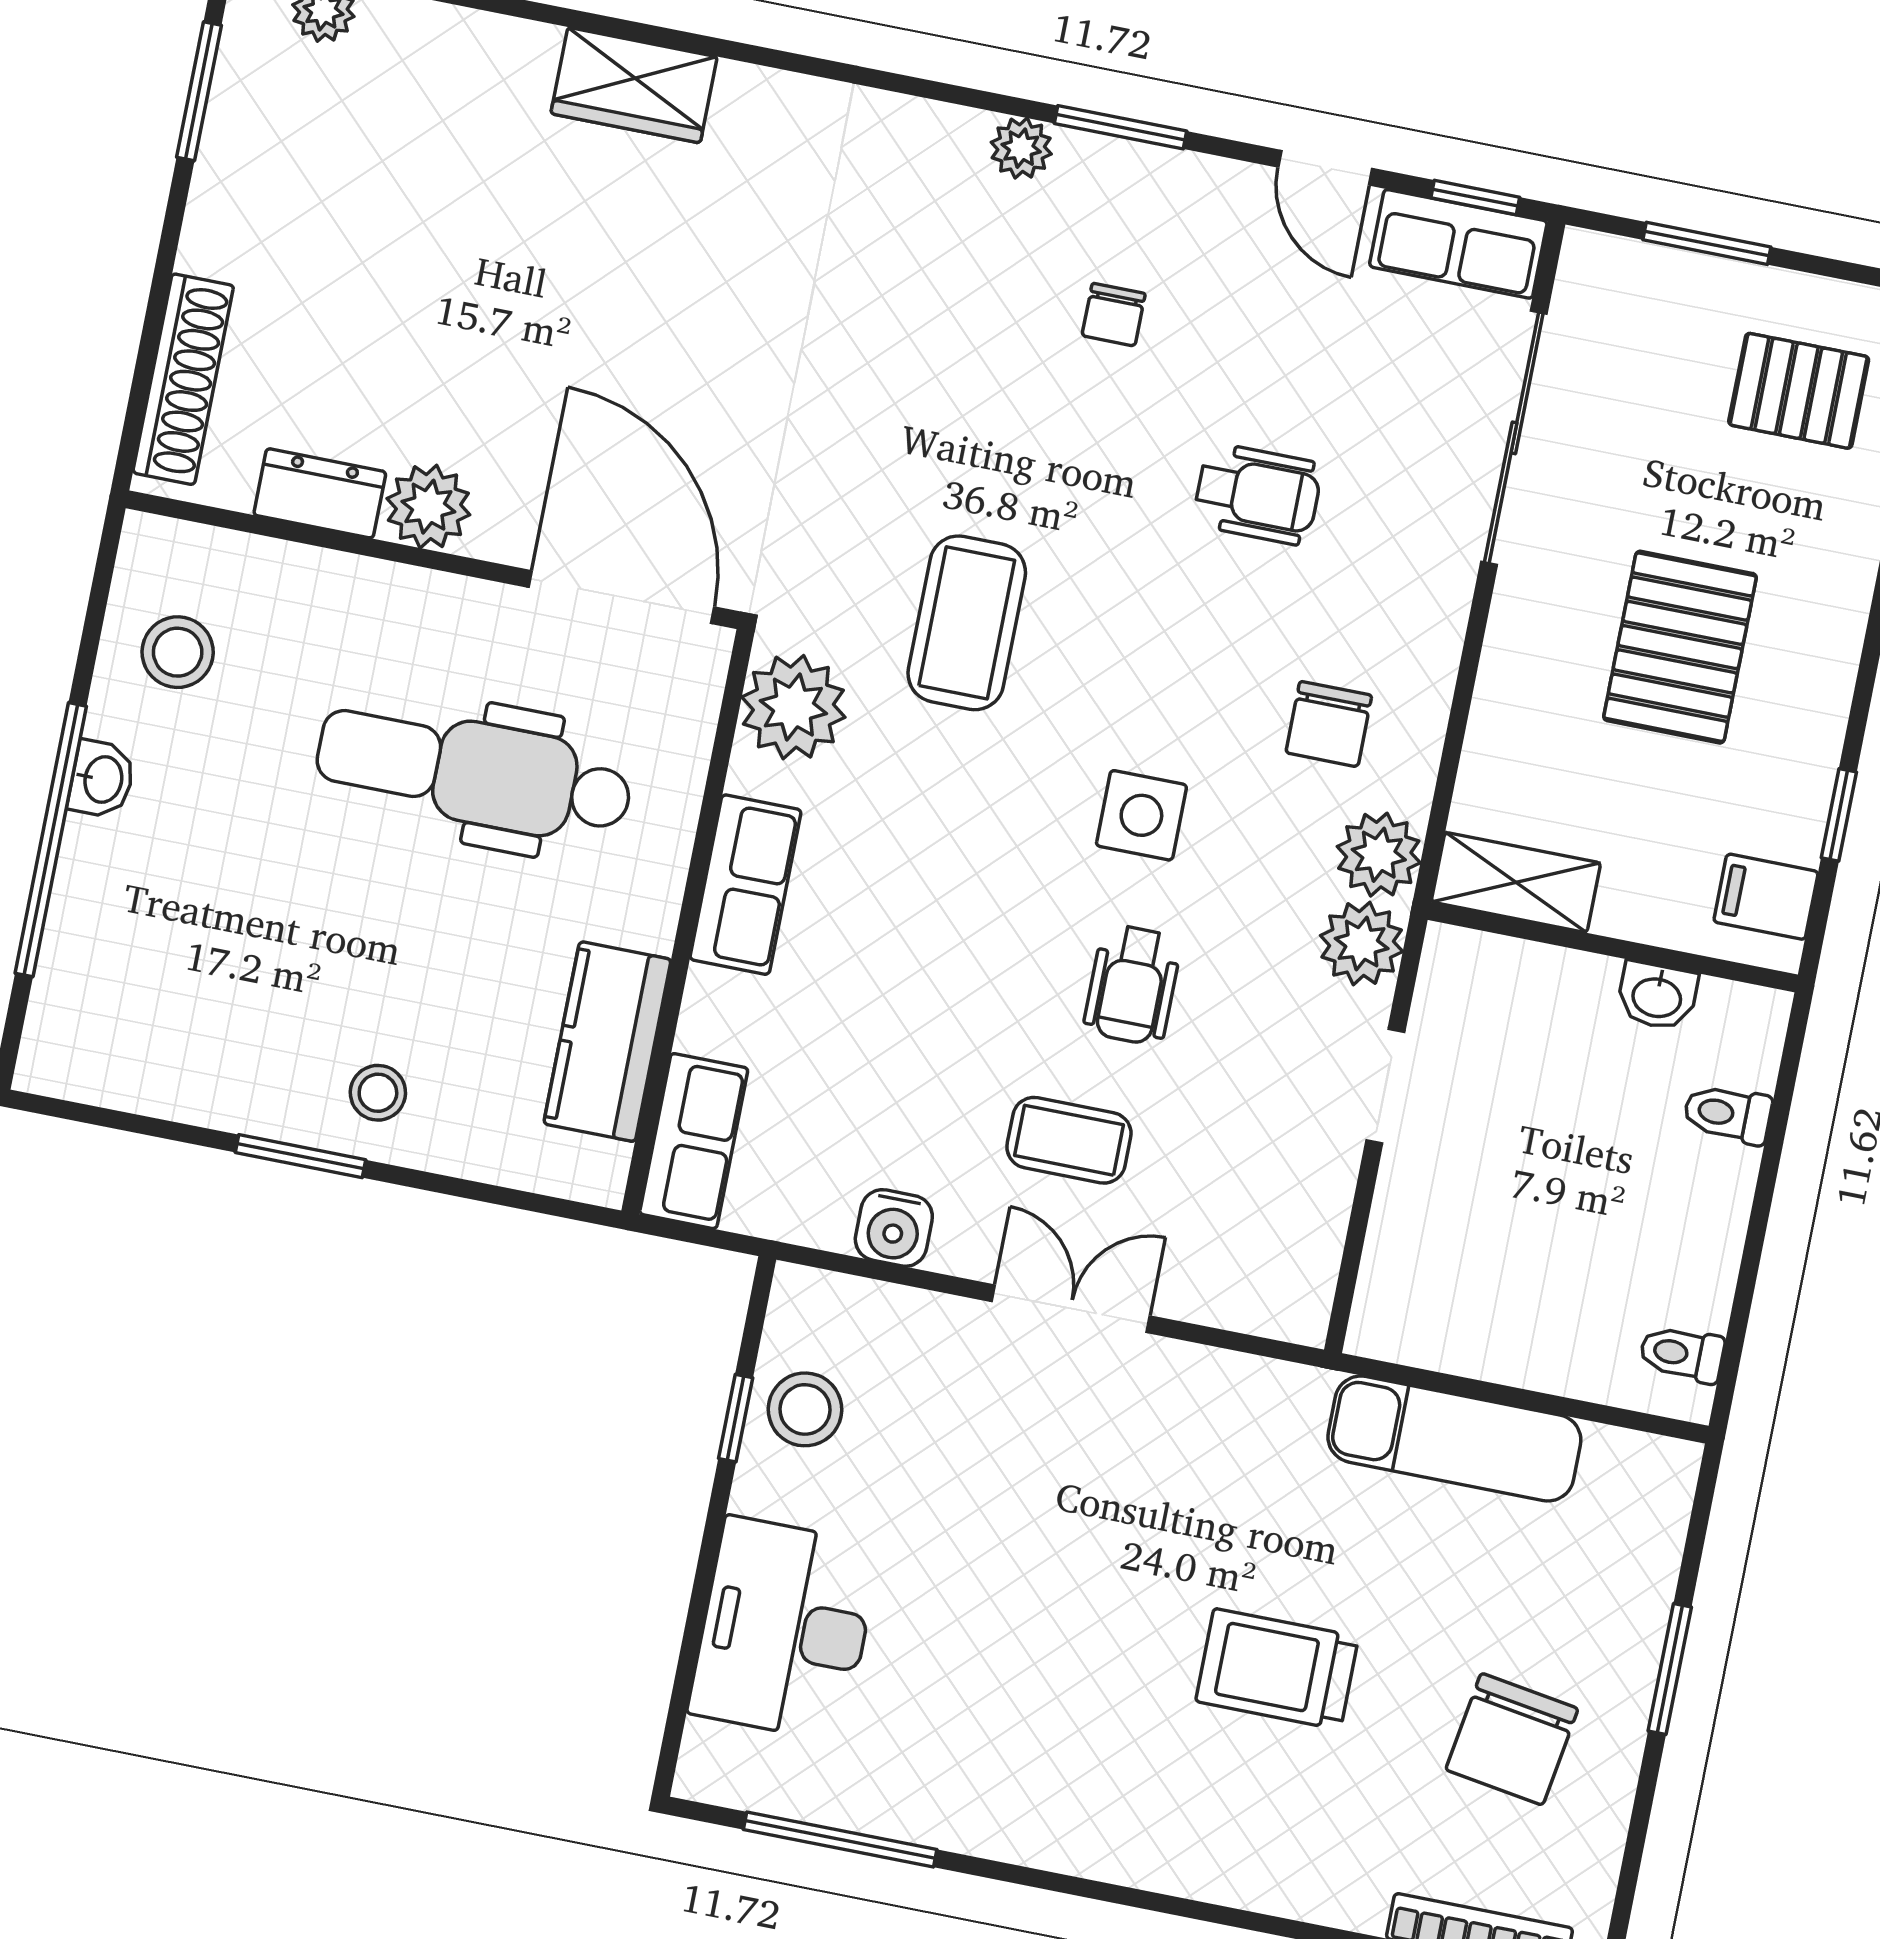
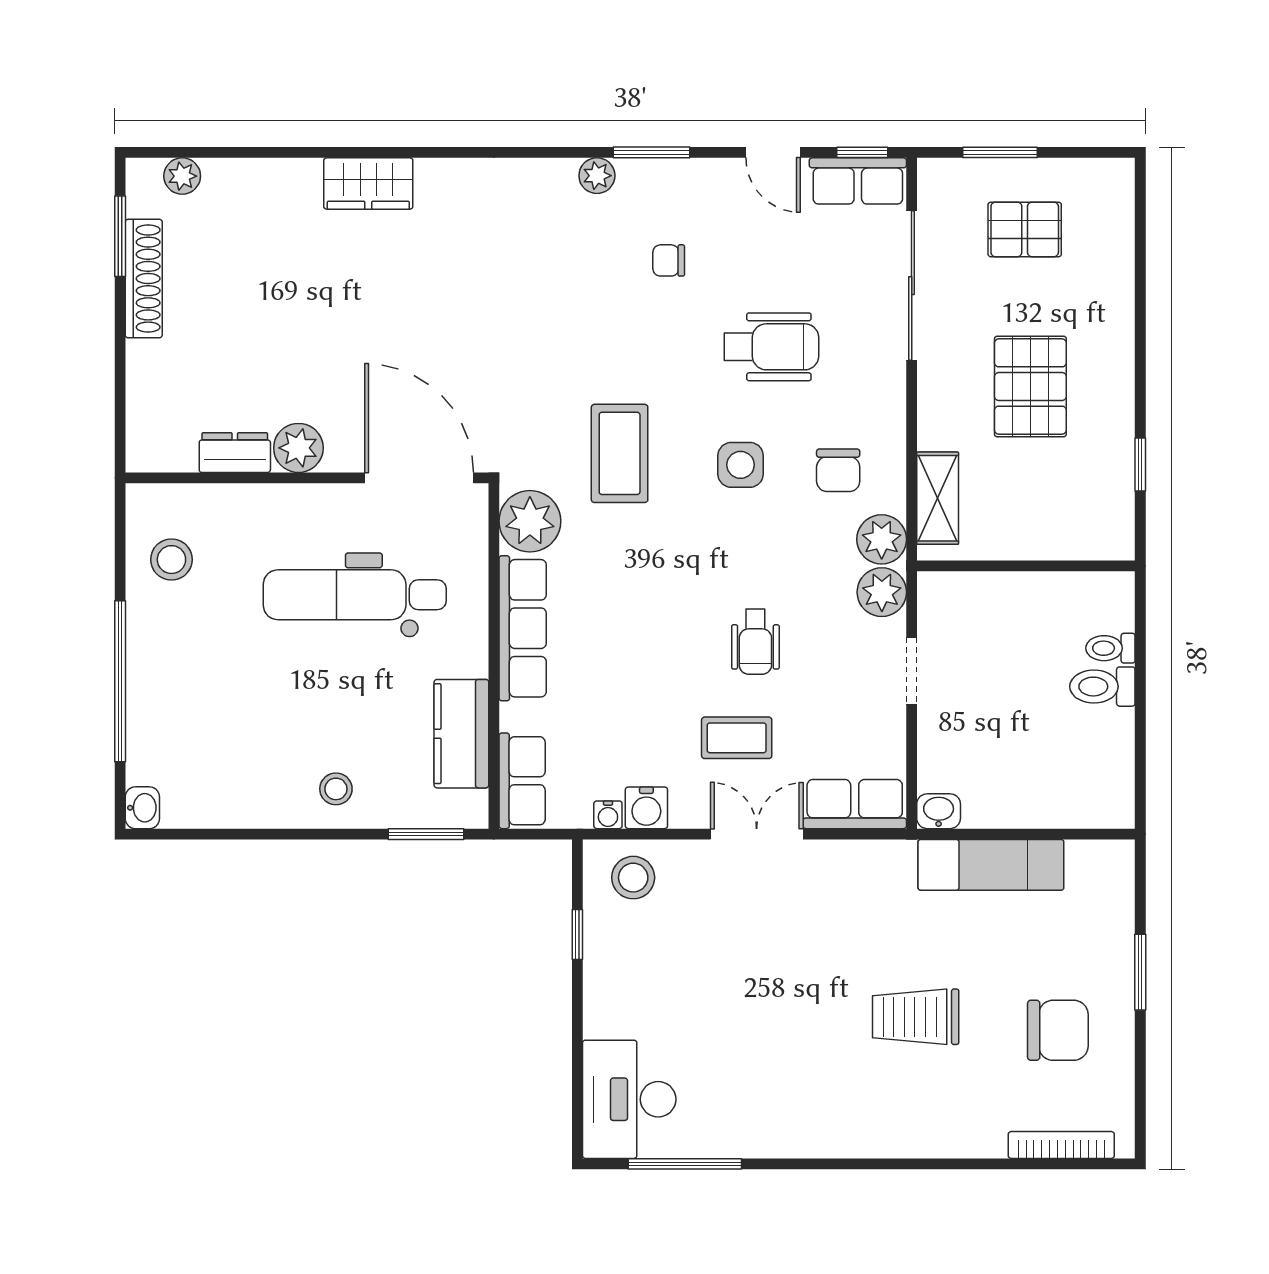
chair: (1114, 315) -> (669, 260), turned 90
shoe rack: (183, 379) -> (144, 279), moved
pallet: (1799, 391) -> (1025, 229), moved
wheelchair: (1258, 494) -> (771, 347), width x1.36, depth x1.37
washbasin: (102, 779) -> (142, 808), moved
side table: (1141, 815) -> (741, 465), moved
shelving: (1516, 882) -> (938, 498), moved, turned 90
row of seats: (745, 885) -> (523, 628), width x1.48
filing cabinet: (1766, 897) -> (1108, 520), removed
washbasin: (1657, 996) -> (939, 811), moved, turned 180
window: (300, 1156) -> (426, 834), moved
water cooler: (827, 1227) -> (608, 815), added
row of seats: (1245, 1291) -> (855, 804), added
toilet: (1682, 1354) -> (1102, 687), moved, width x1.37, depth x1.39
stool: (805, 1409) -> (633, 878), moved
desk: (784, 1629) -> (629, 1099), moved
chair: (1512, 1739) -> (1058, 1030), turned -99

